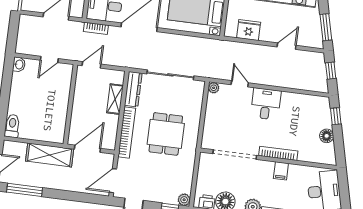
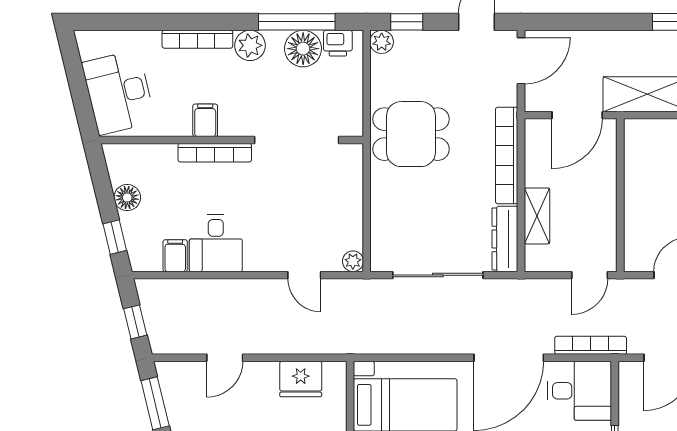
bookcase: (96, 28) -> (591, 345), width x1.56
filing cabinet: (306, 102) -> (175, 256), added
desk: (266, 104) -> (216, 243), moved
dining table: (166, 134) -> (411, 134), moved, turned 90

